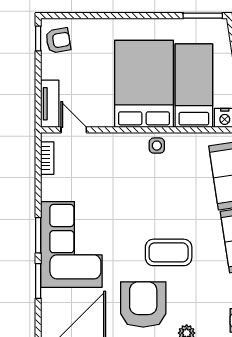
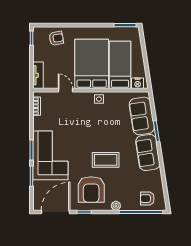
armchair: (58, 40) -> (56, 38), moved
door: (74, 130) -> (65, 90), moved
armchair: (143, 305) -> (91, 190), turned 180

